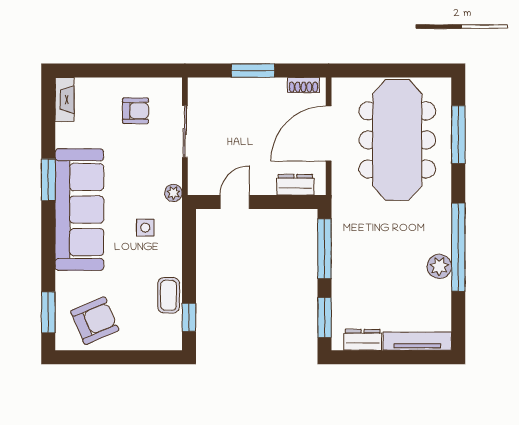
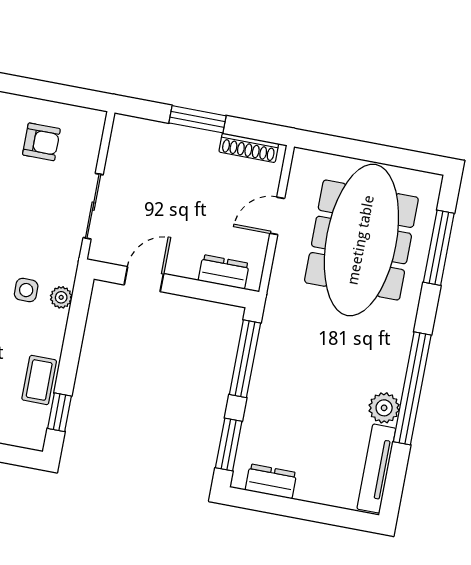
shoe rack: (303, 85) -> (249, 148), width x1.43
sliding door: (185, 132) -> (93, 206), moved
door: (329, 134) -> (277, 216), width x0.53
plant: (173, 193) -> (61, 297), moved
tv unit: (417, 341) -> (376, 469), moved, turned -90

